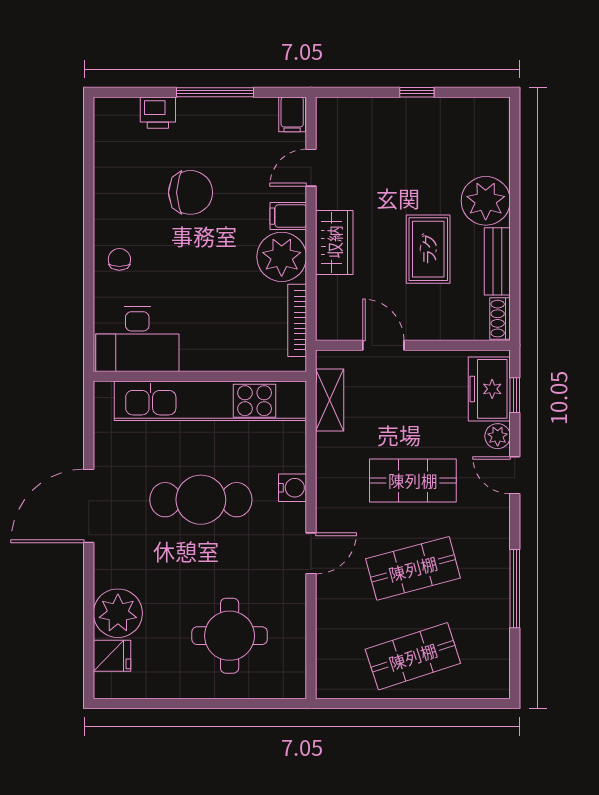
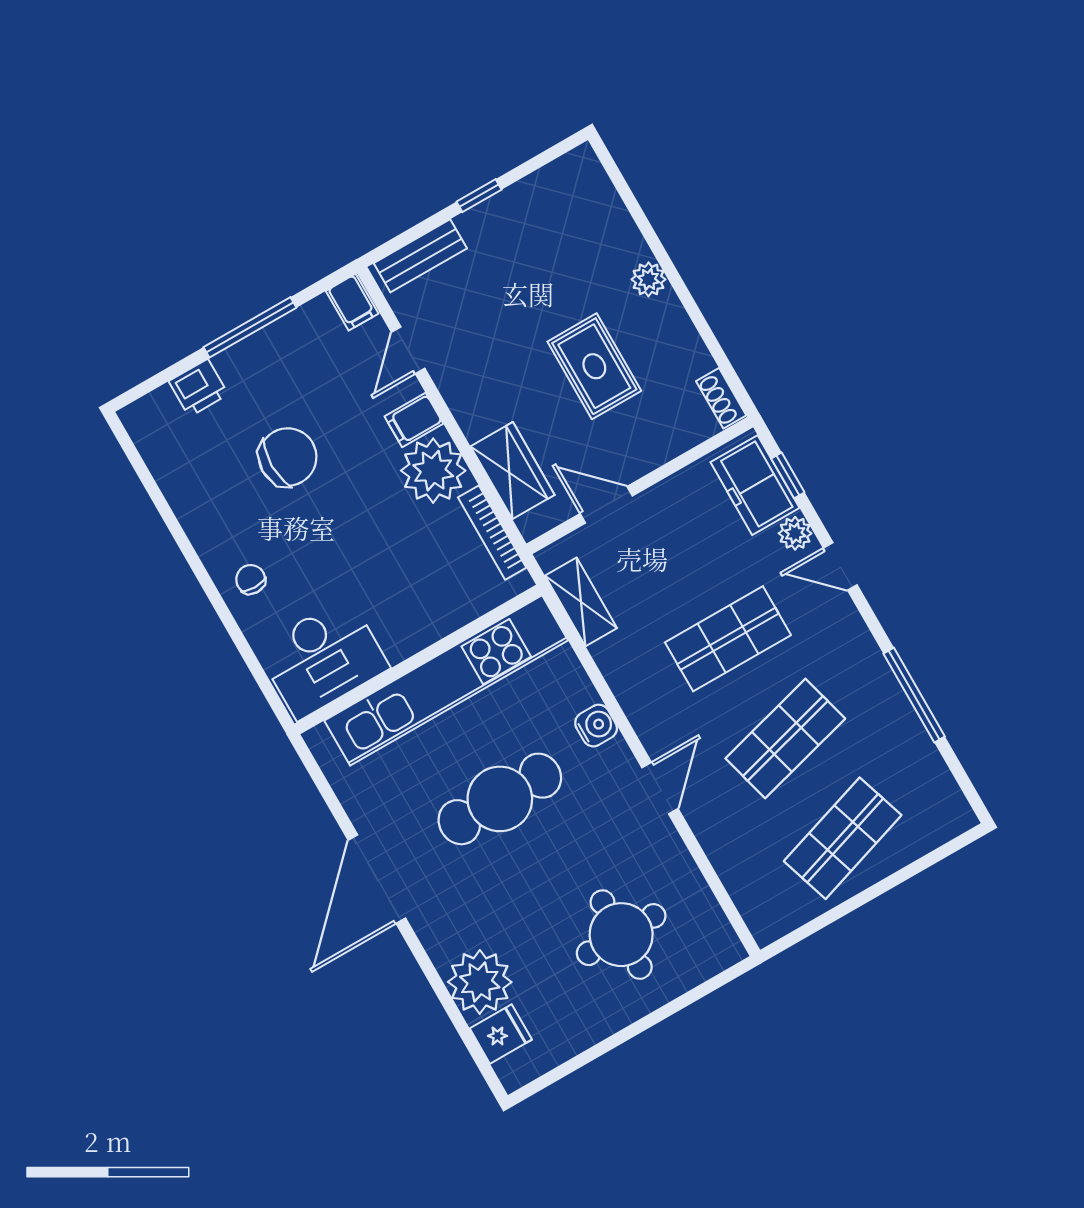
plant: (486, 201) -> (648, 279), width x0.53, depth x0.53
wardrobe: (334, 242) -> (513, 471), moved
bench: (497, 261) -> (420, 256), moved, turned 90

